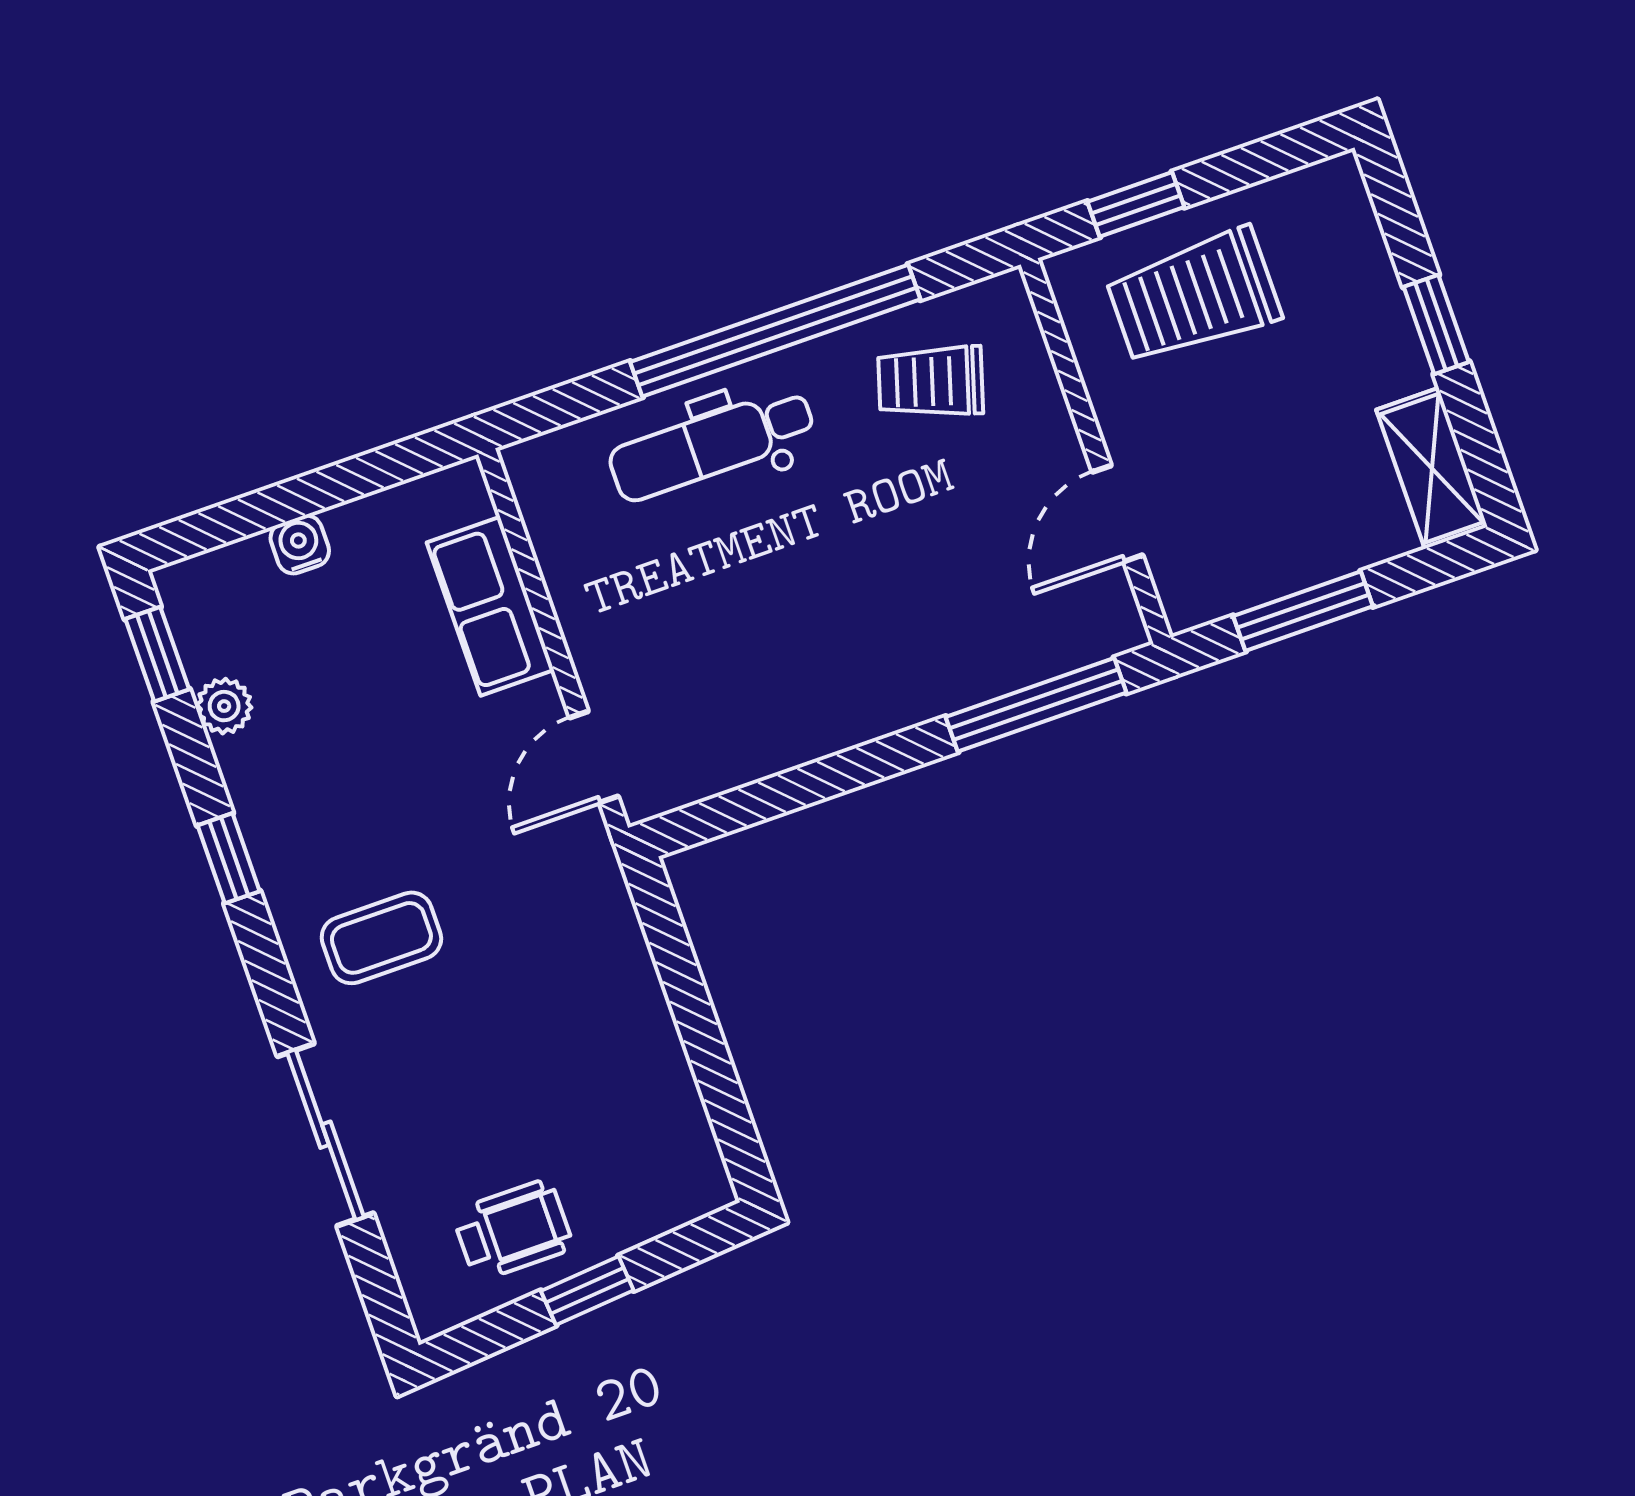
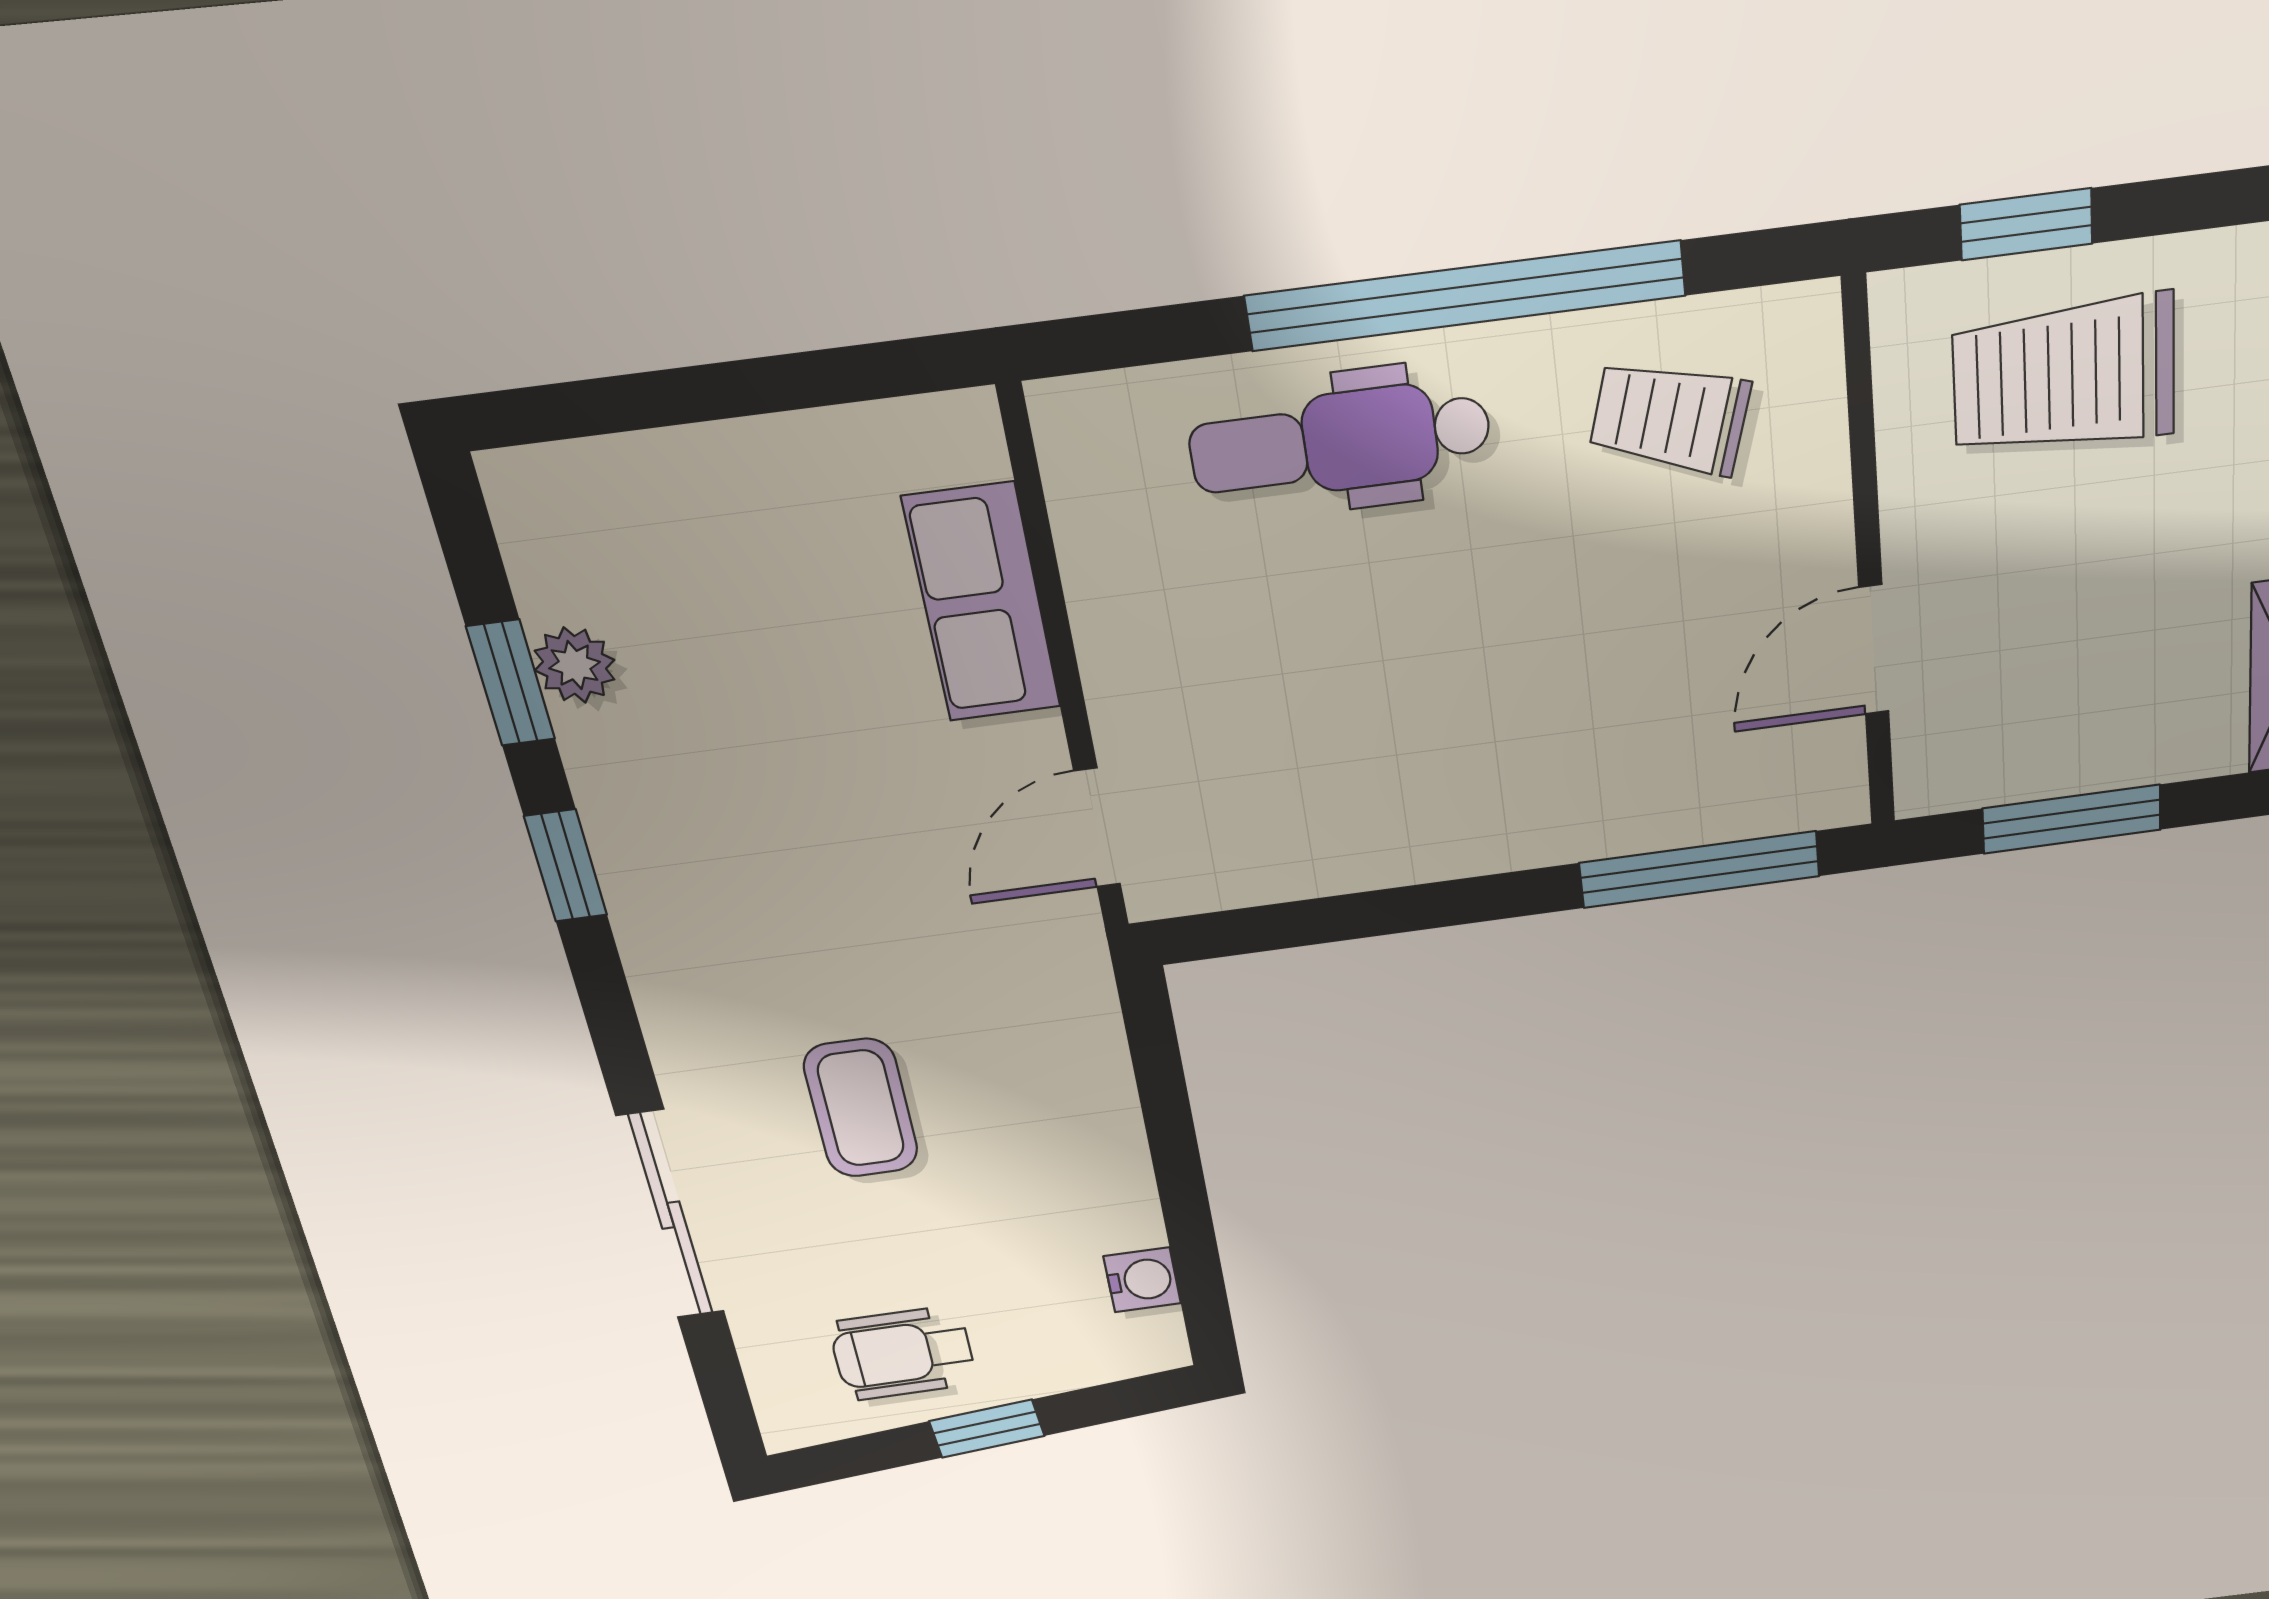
water cooler: (300, 544) -> (1142, 1280), moved, turned 90
window: (157, 654) -> (511, 683), moved
coffee table: (381, 938) -> (861, 1108), moved, turned 90
wheelchair: (513, 1230) -> (903, 1353), turned 180

